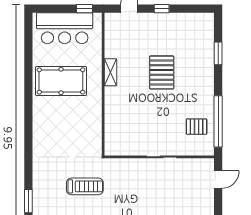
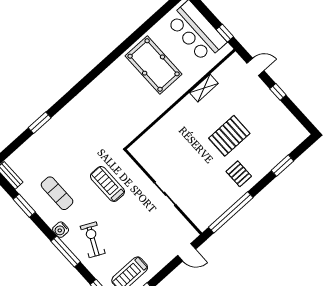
shelving: (111, 72) -> (204, 88), moved
pallet: (197, 127) -> (239, 174), moved
treadmill: (85, 186) -> (107, 184), moved, turned 180

